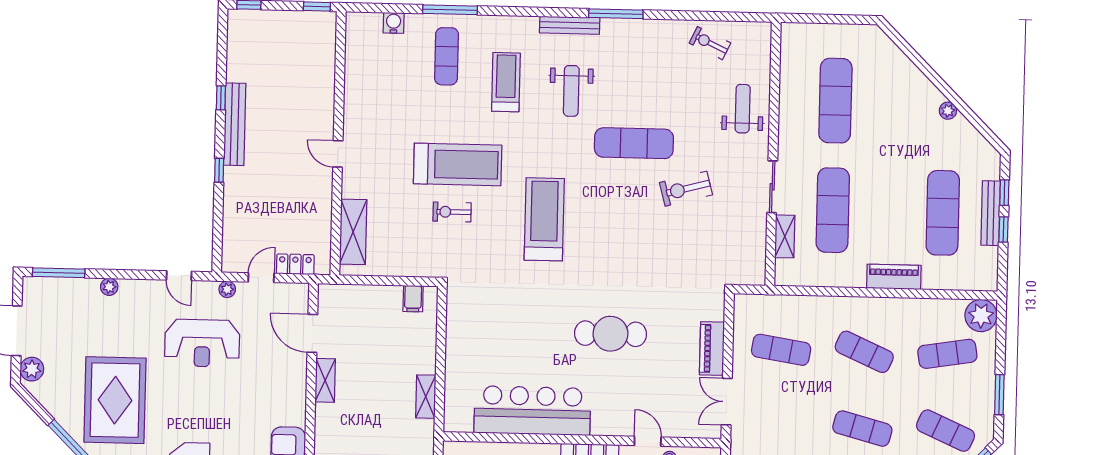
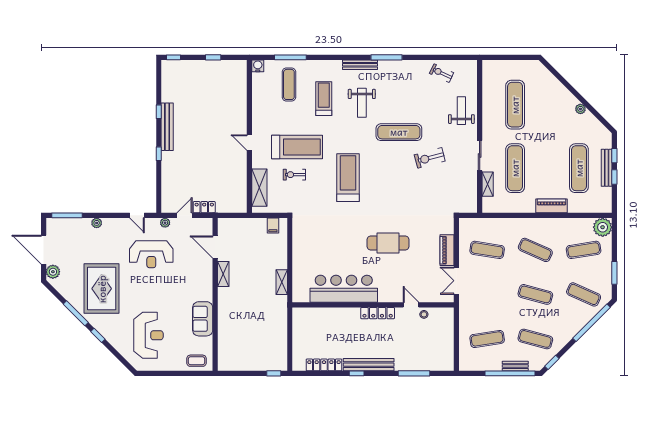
wall: (338, 143) -> (249, 136), moved
door: (338, 154) -> (249, 143), moved
shelving: (353, 232) -> (259, 188), moved

